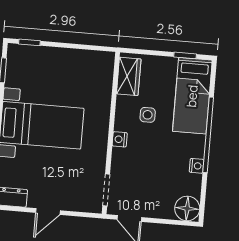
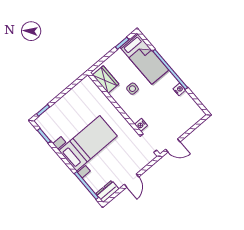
nightstand: (120, 139) -> (141, 125), moved
floor lamp: (187, 208) -> (195, 114), removed

